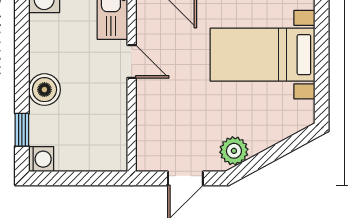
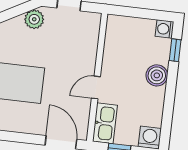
door: (132, 61) -> (96, 87), hinge flipped

